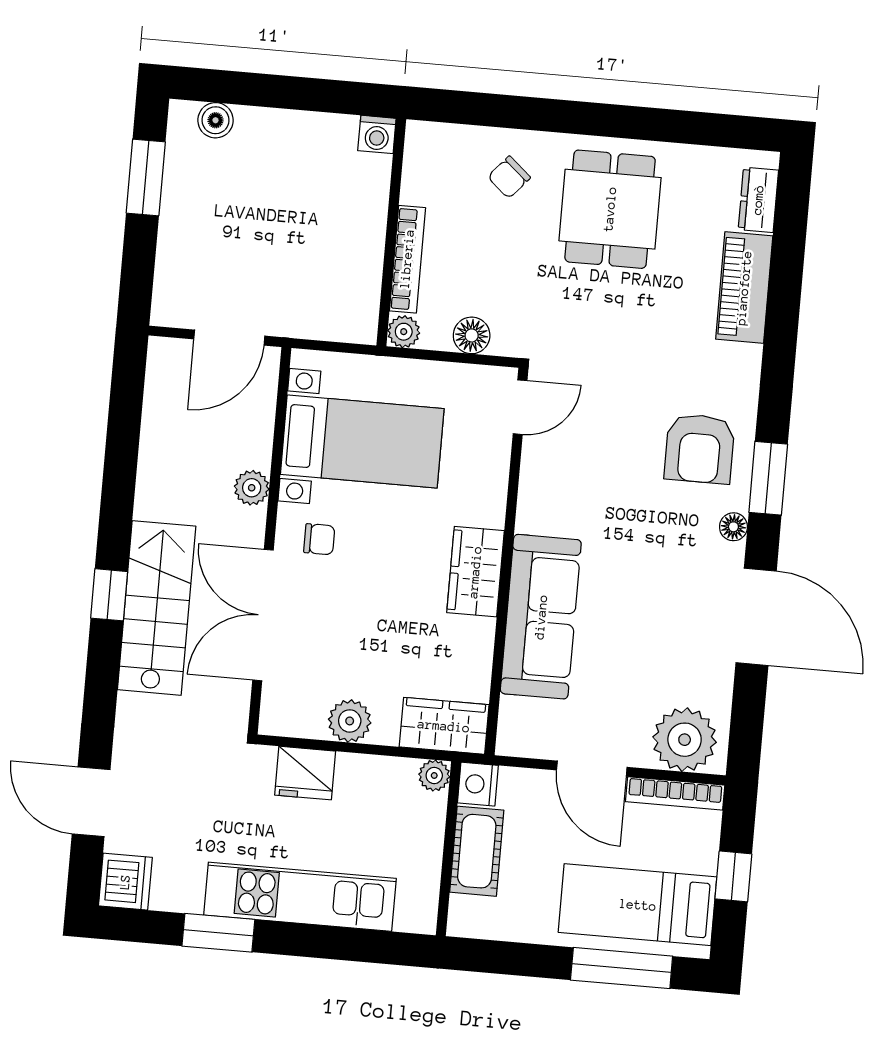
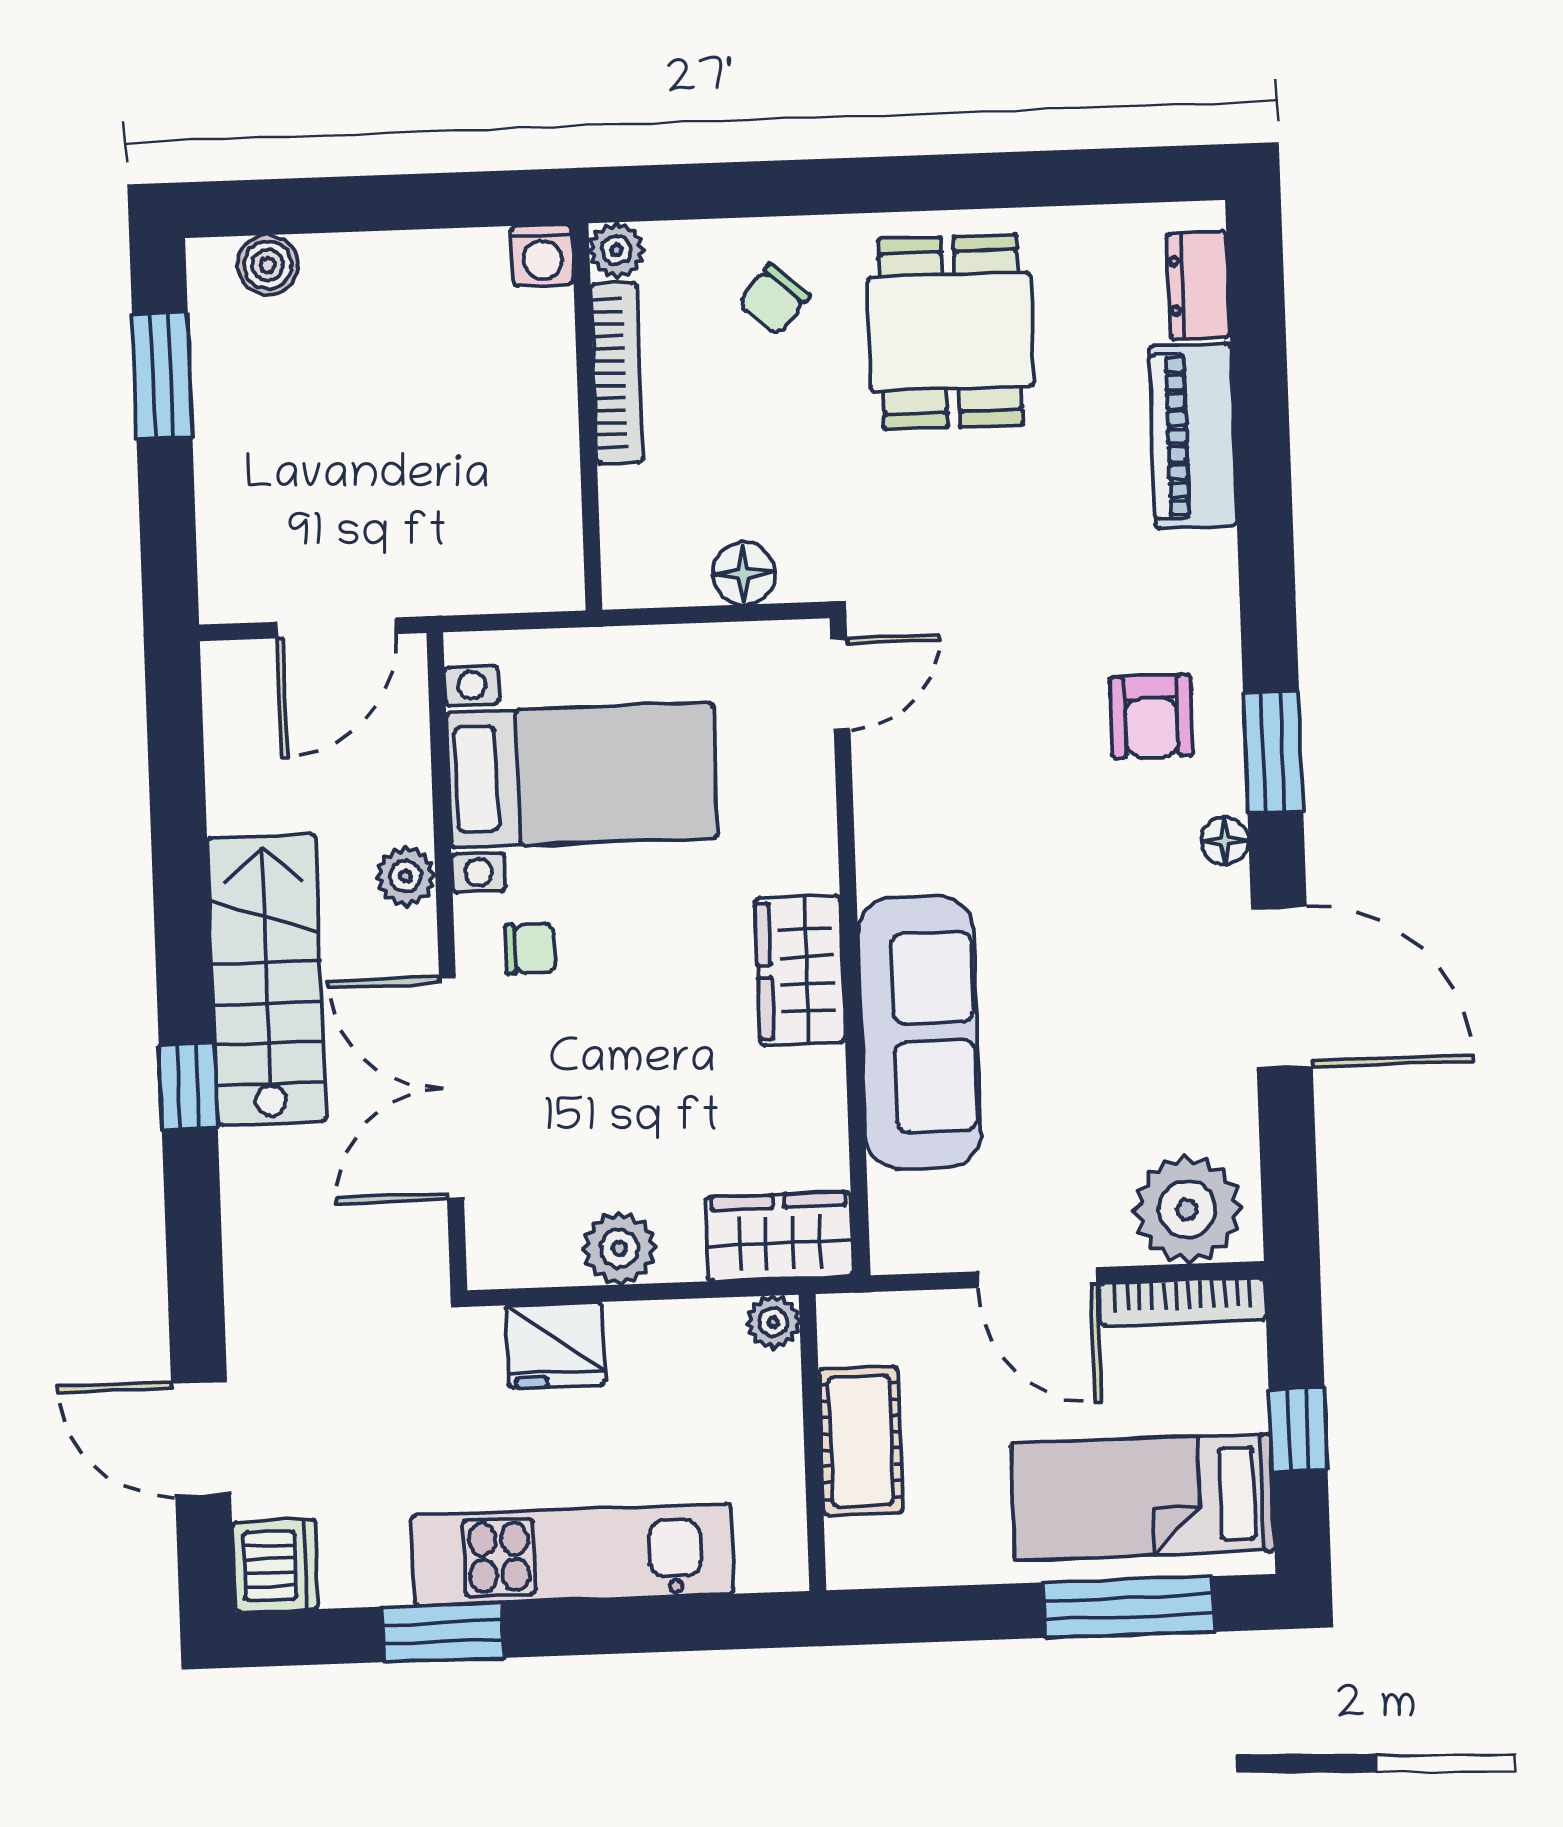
bookcase: (407, 259) -> (617, 373), moved
plant: (404, 332) -> (617, 250), moved
armchair: (700, 449) -> (1151, 716), width x0.72, depth x0.72
stairs: (157, 608) -> (266, 980), moved
nightstand: (478, 784) -> (849, 1328), removed

